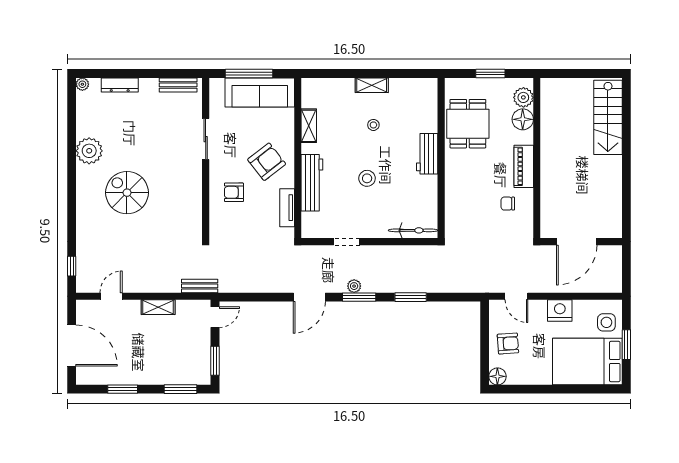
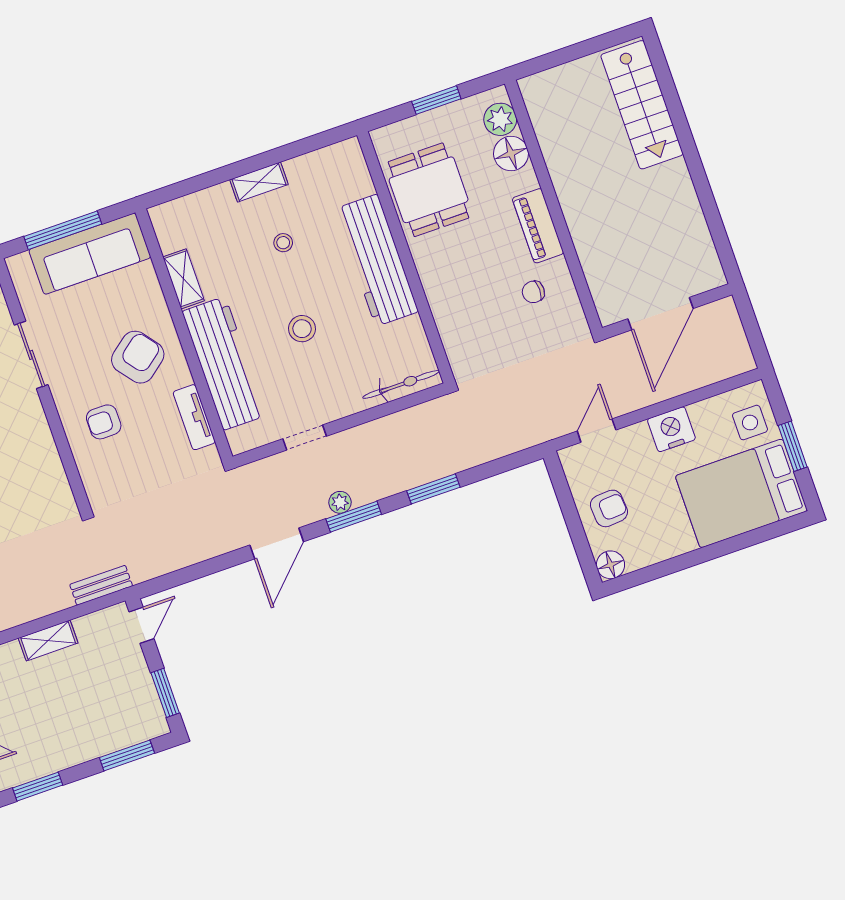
workbench: (427, 154) -> (377, 260), width x1.88, depth x1.32
workbench: (312, 183) -> (224, 363), width x1.36, depth x1.32
door: (516, 296) -> (597, 431), swing flipped

